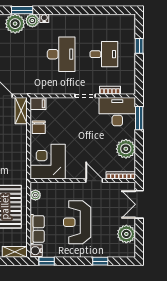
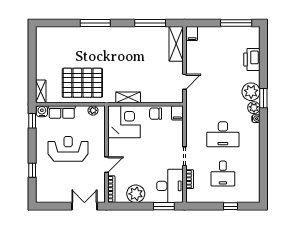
shelving: (21, 111) -> (128, 97), moved
plant: (126, 234) -> (57, 194), removed

